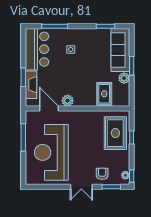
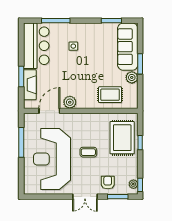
rug: (104, 94) -> (110, 95), turned 90
door: (49, 109) -> (49, 111), hinge flipped
coffee table: (84, 146) -> (88, 152), added

